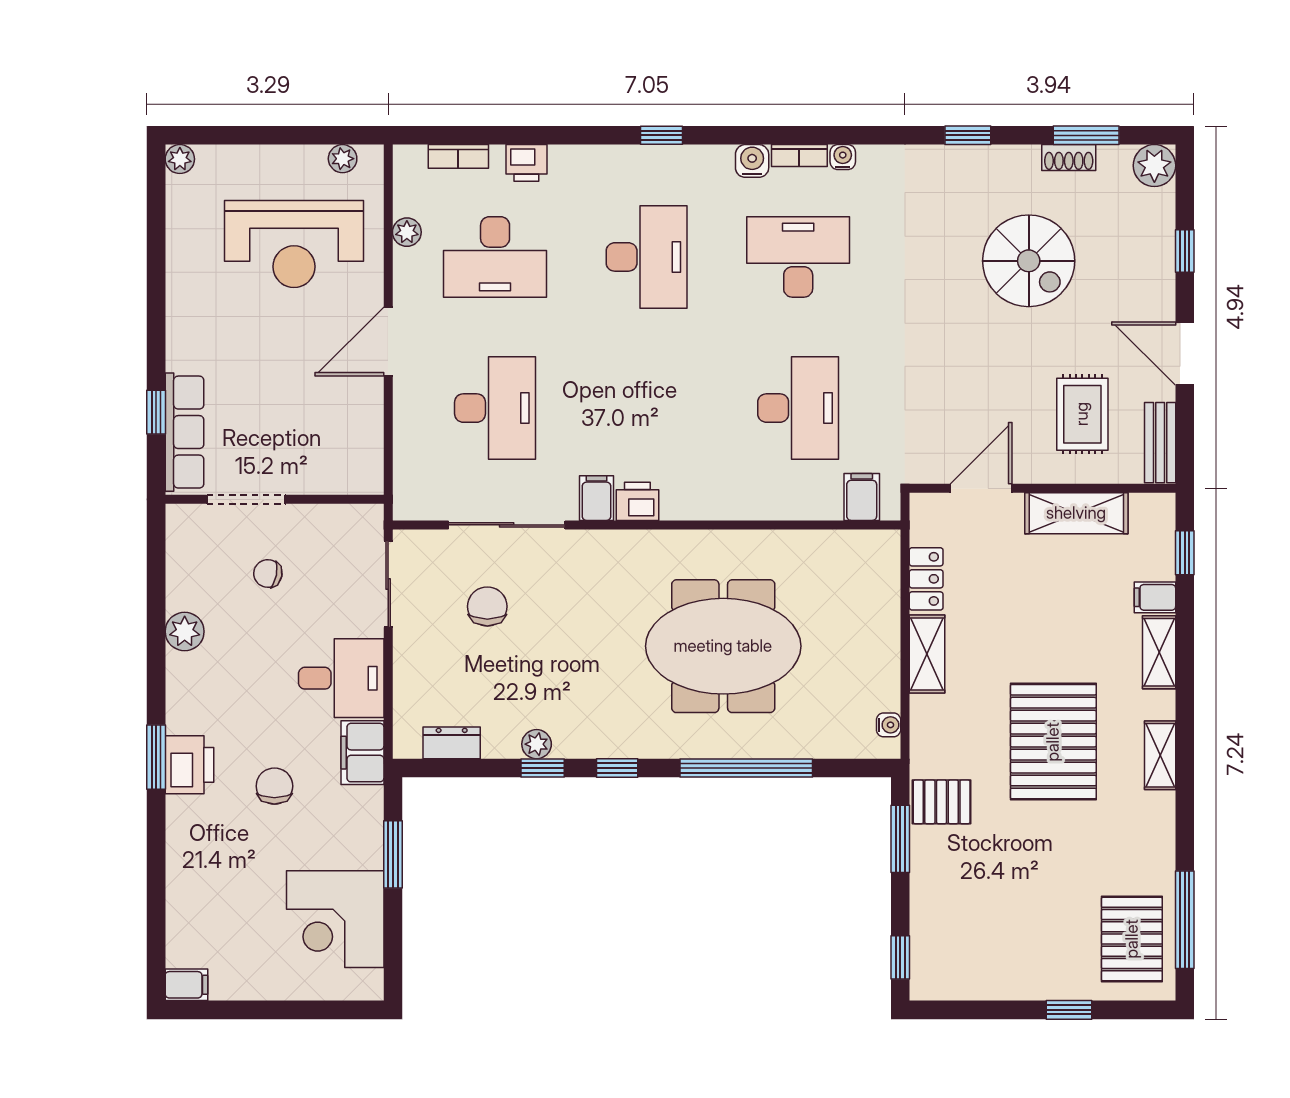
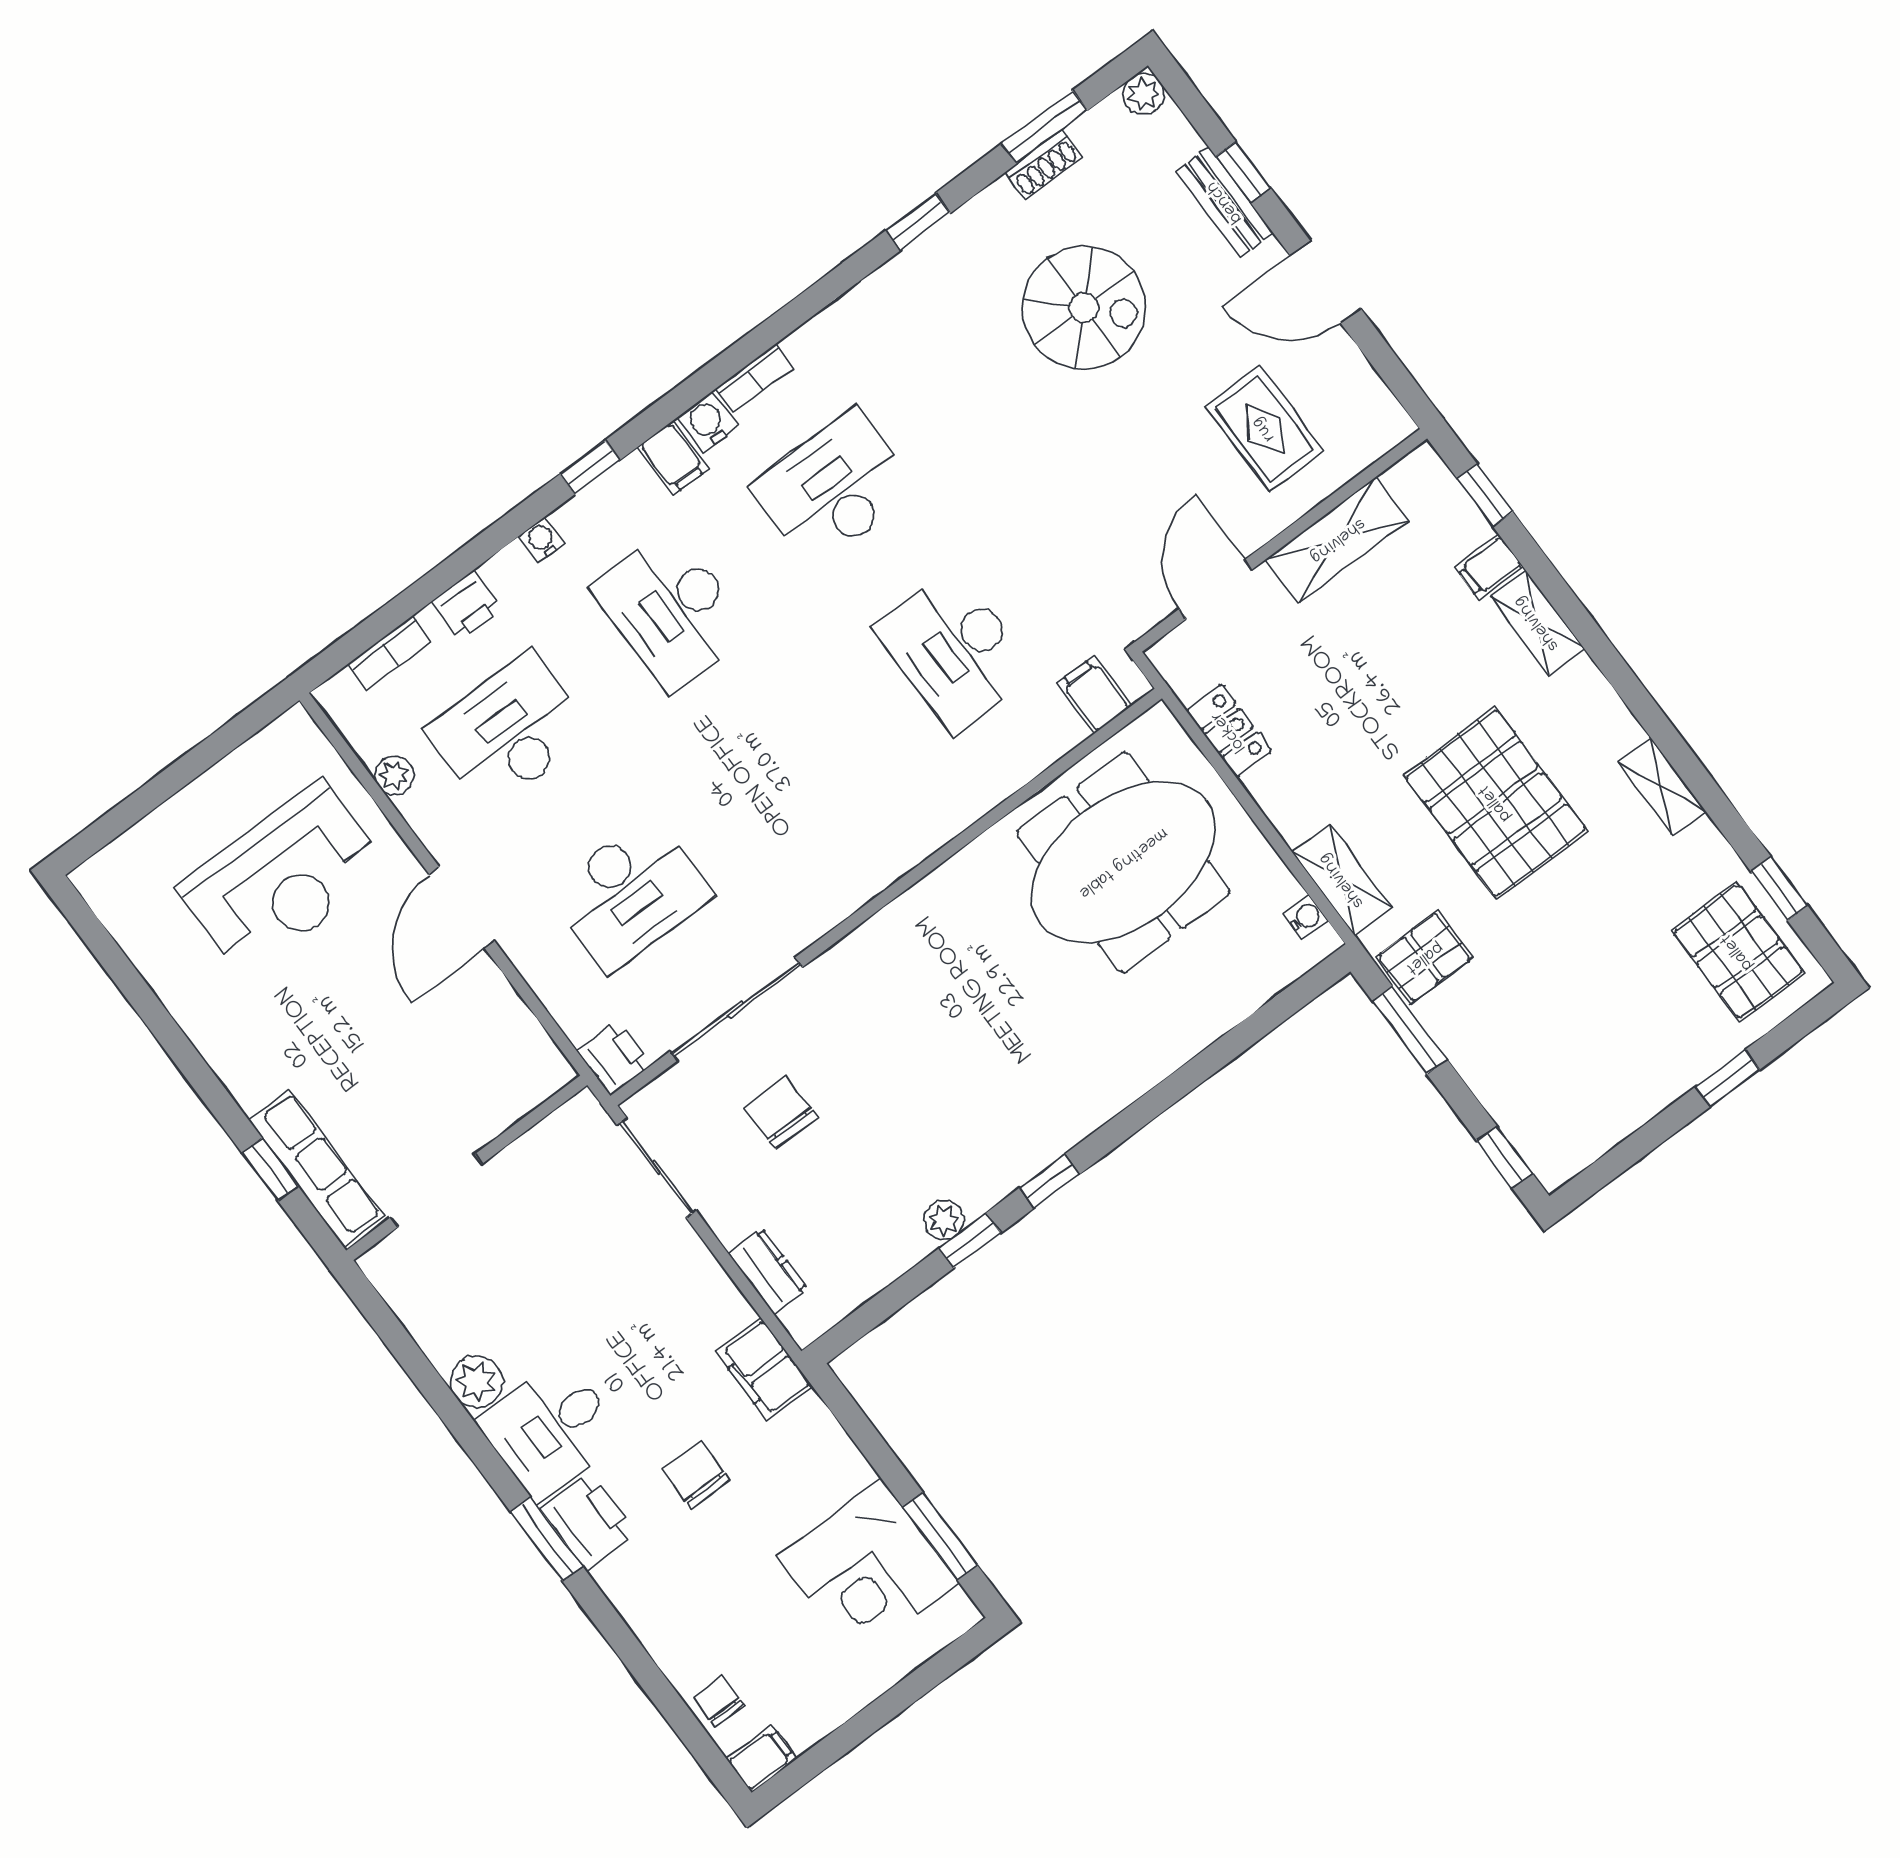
water cooler: (843, 157) -> (542, 540), moved
plant: (180, 159) -> (92, 879), removed
plant: (343, 159) -> (266, 748), removed
plant: (1154, 166) -> (1144, 94), width x0.73, depth x0.73
desk: (495, 257) -> (509, 731), turned 180
desk: (647, 257) -> (671, 610), turned 180
desk: (495, 408) -> (630, 893), turned 90
desk: (798, 408) -> (955, 650), turned 180
bench: (1160, 443) -> (1225, 202), moved
filing cabinet: (597, 498) -> (673, 458), moved, turned 180
printer: (637, 501) -> (614, 1058), moved, turned 90
chair: (268, 574) -> (718, 1701), moved, turned 79
meeting table: (723, 646) -> (1123, 862), moved
shelving: (927, 654) -> (1342, 880), moved
desk: (341, 678) -> (551, 1429), moved, turned 180
dresser: (452, 743) -> (768, 1271), moved, turned 90
shelving: (1160, 755) -> (1662, 786), moved
window: (746, 768) -> (1188, 1078), removed
window: (393, 854) -> (940, 1536), moved
window: (1185, 920) -> (1779, 889), width x0.46

